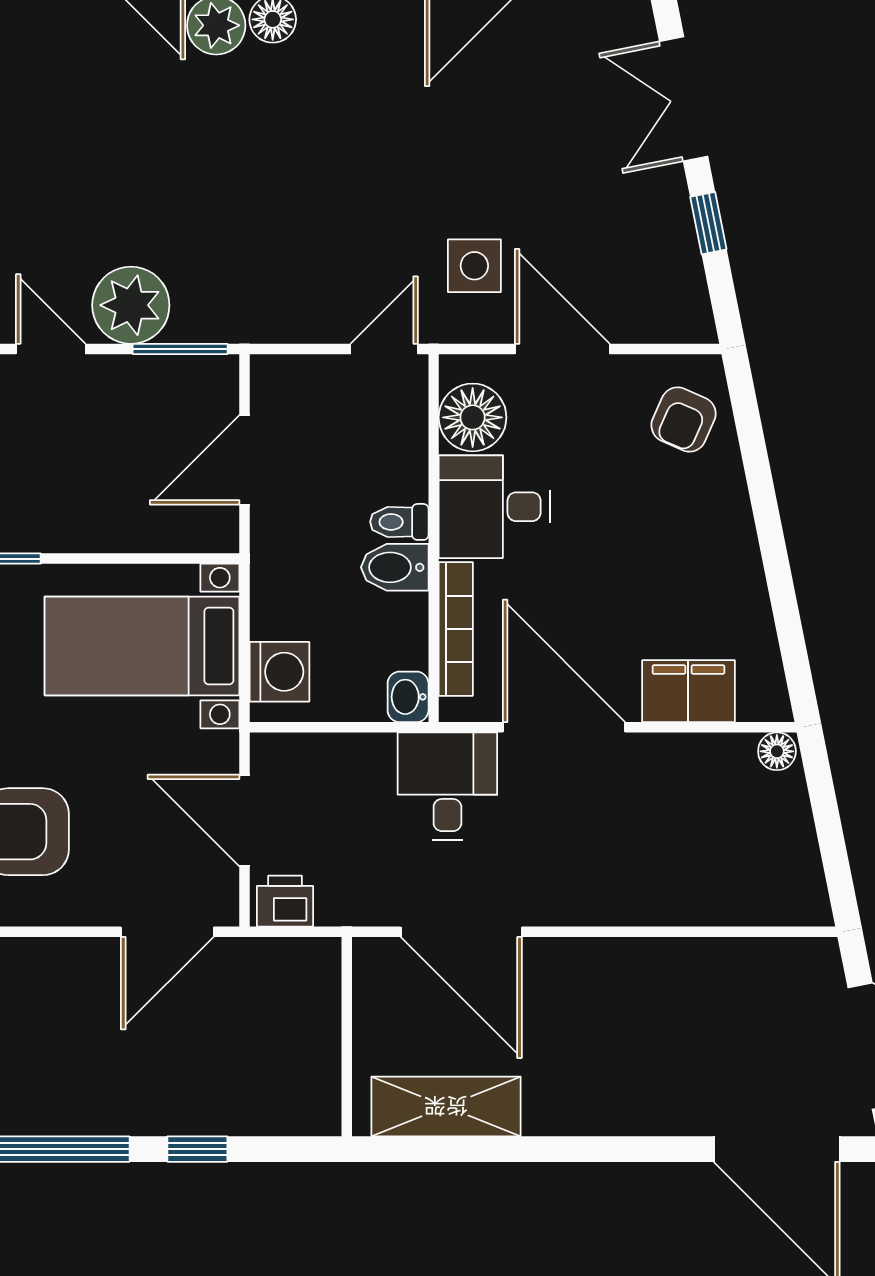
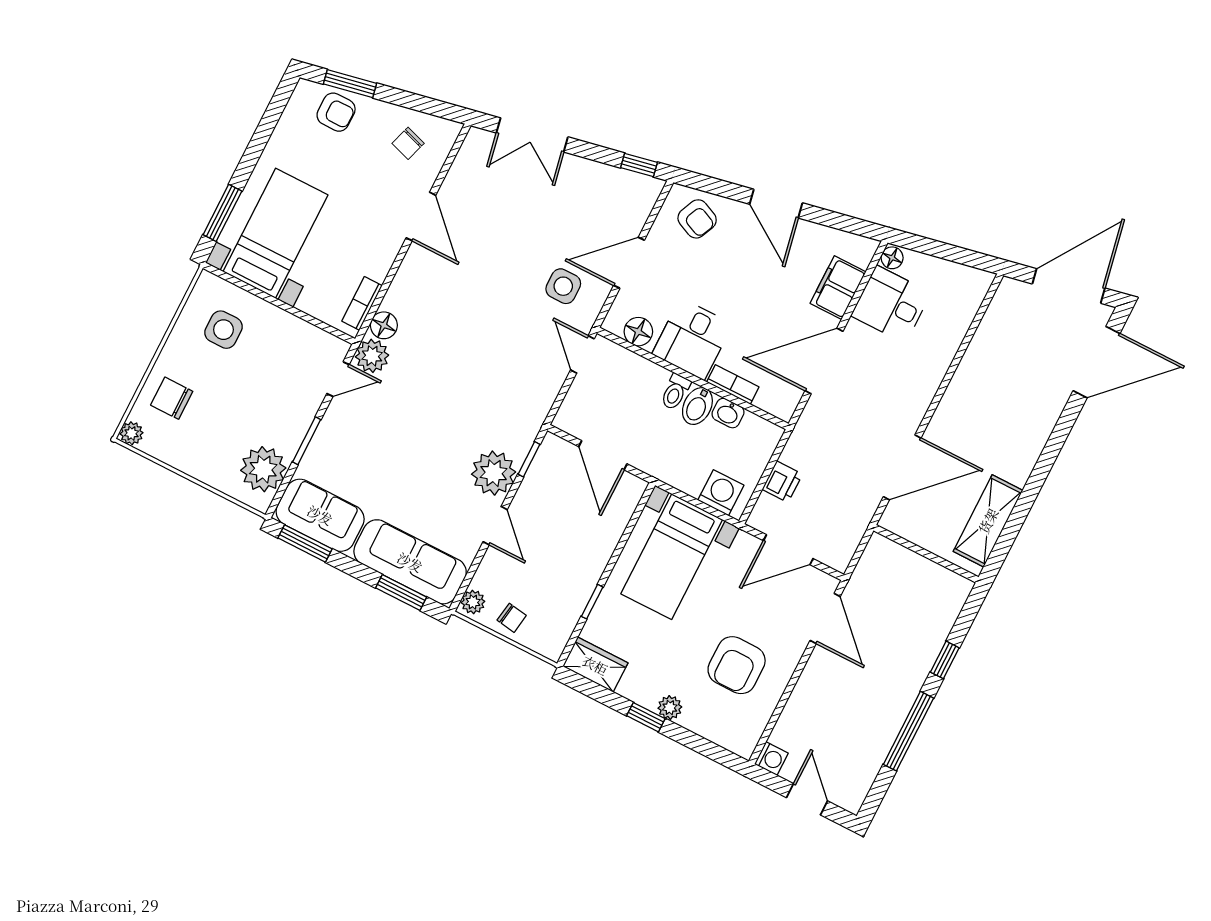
window: (708, 223) -> (639, 165), moved
door: (51, 349) -> (495, 526), swing flipped
window: (180, 349) -> (529, 459), width x0.67
floor lamp: (473, 417) -> (638, 332), width x0.73, depth x0.73
door: (769, 529) -> (776, 204), added
bookcase: (456, 629) -> (733, 385), width x0.64
washbasin: (408, 697) -> (728, 413), moved
desk: (447, 786) -> (891, 304), moved
printer: (285, 901) -> (782, 482), moved, turned 180

